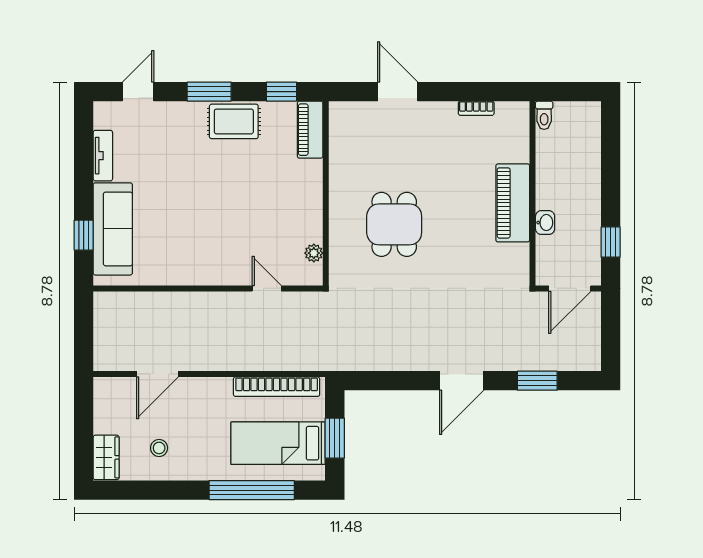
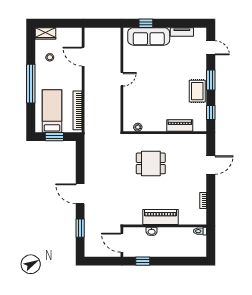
piano: (310, 130) -> (180, 126), moved
door: (267, 288) -> (122, 79), moved
window: (252, 490) -> (31, 84), moved

